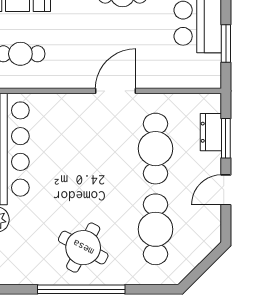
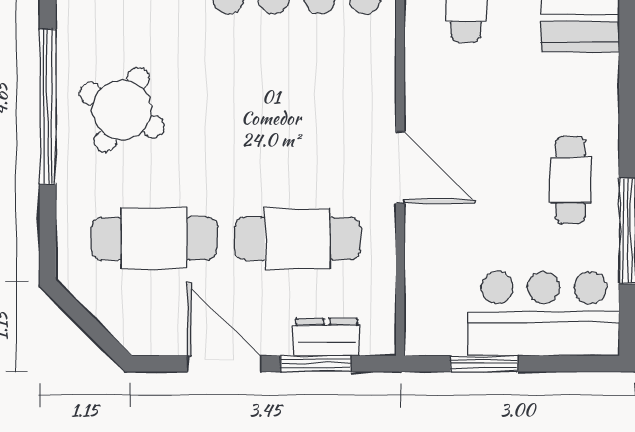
door: (226, 190) -> (224, 364), width x1.38

